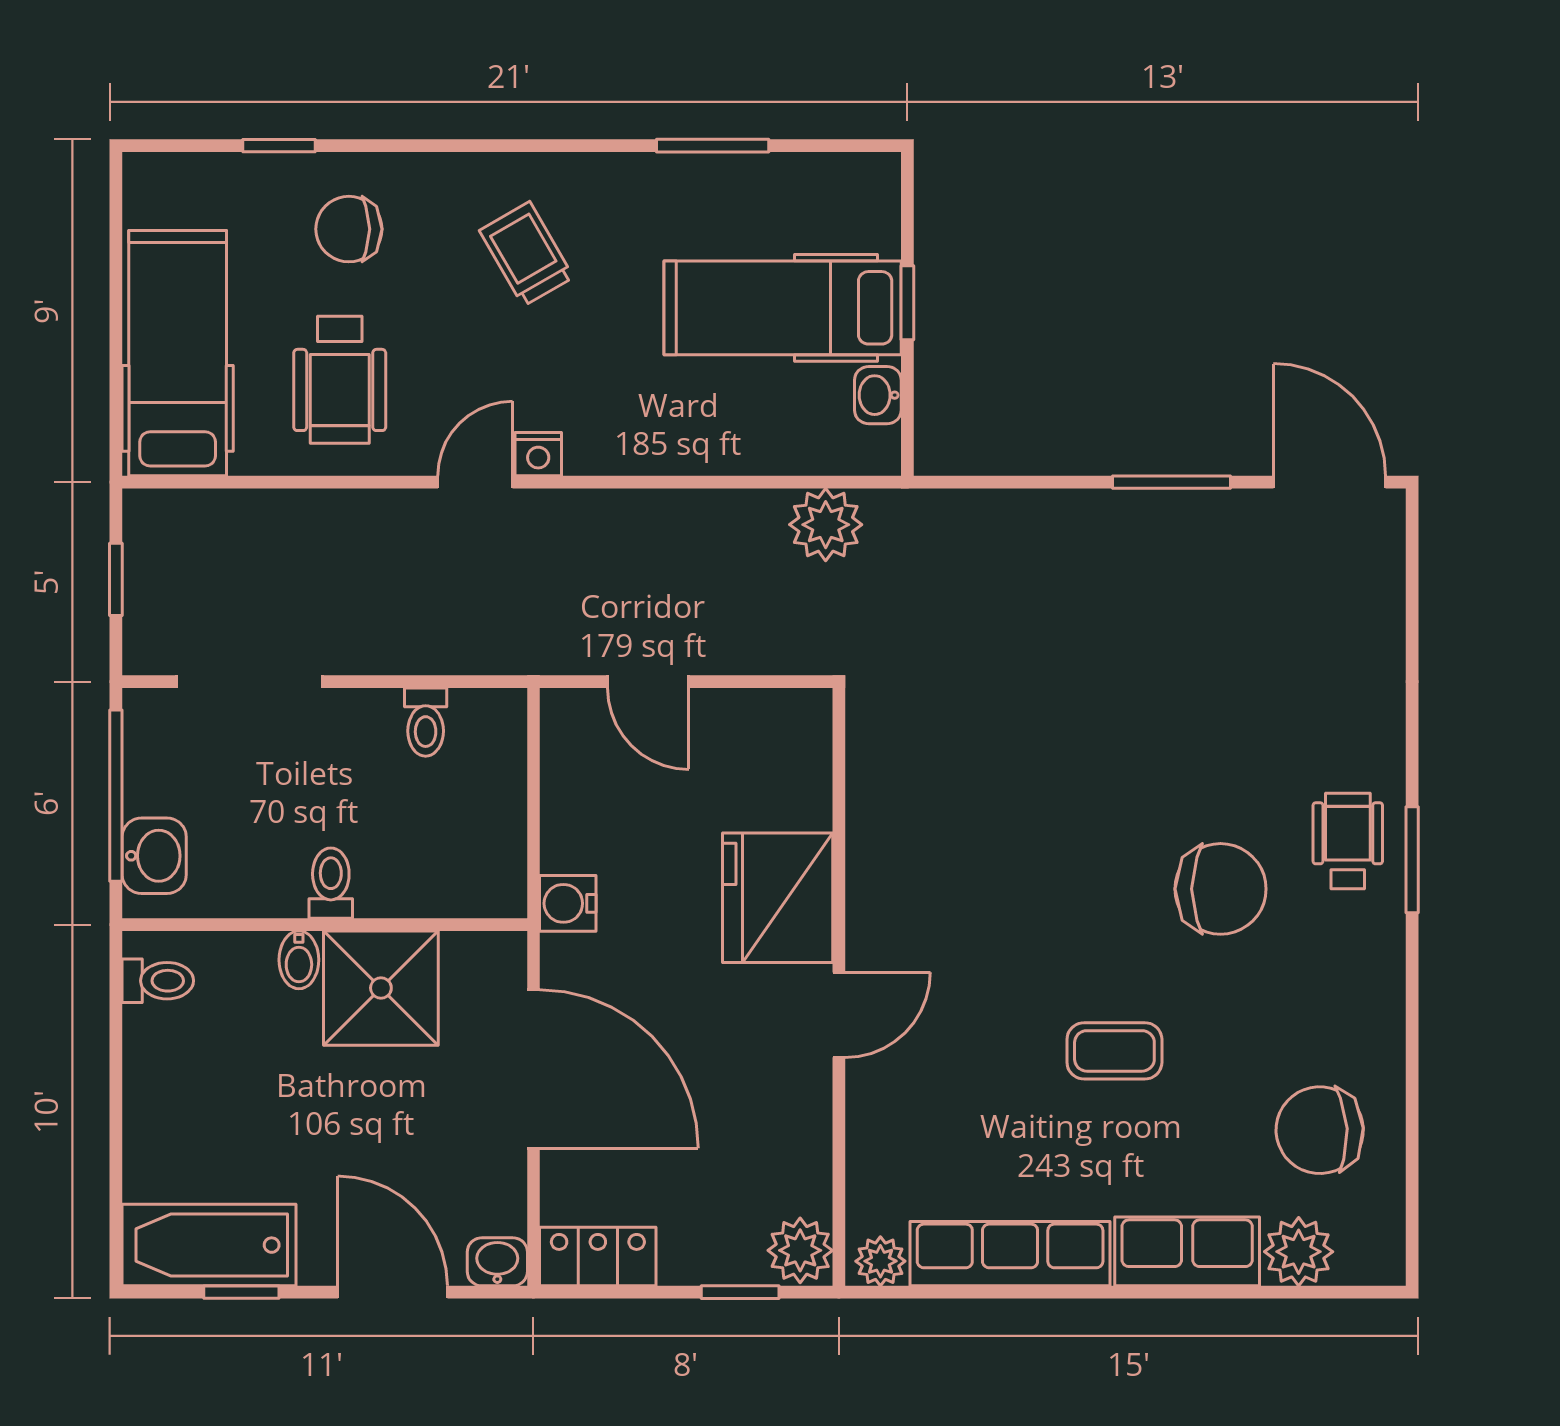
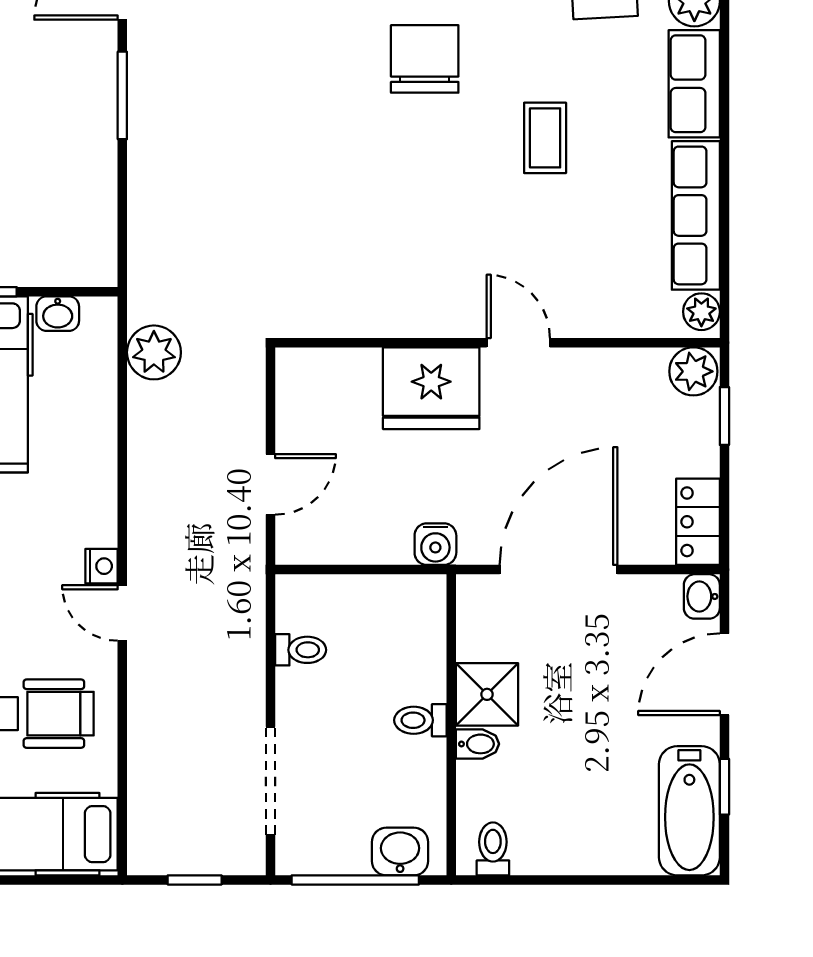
shower: (381, 988) -> (487, 694), width x0.73, depth x0.73

